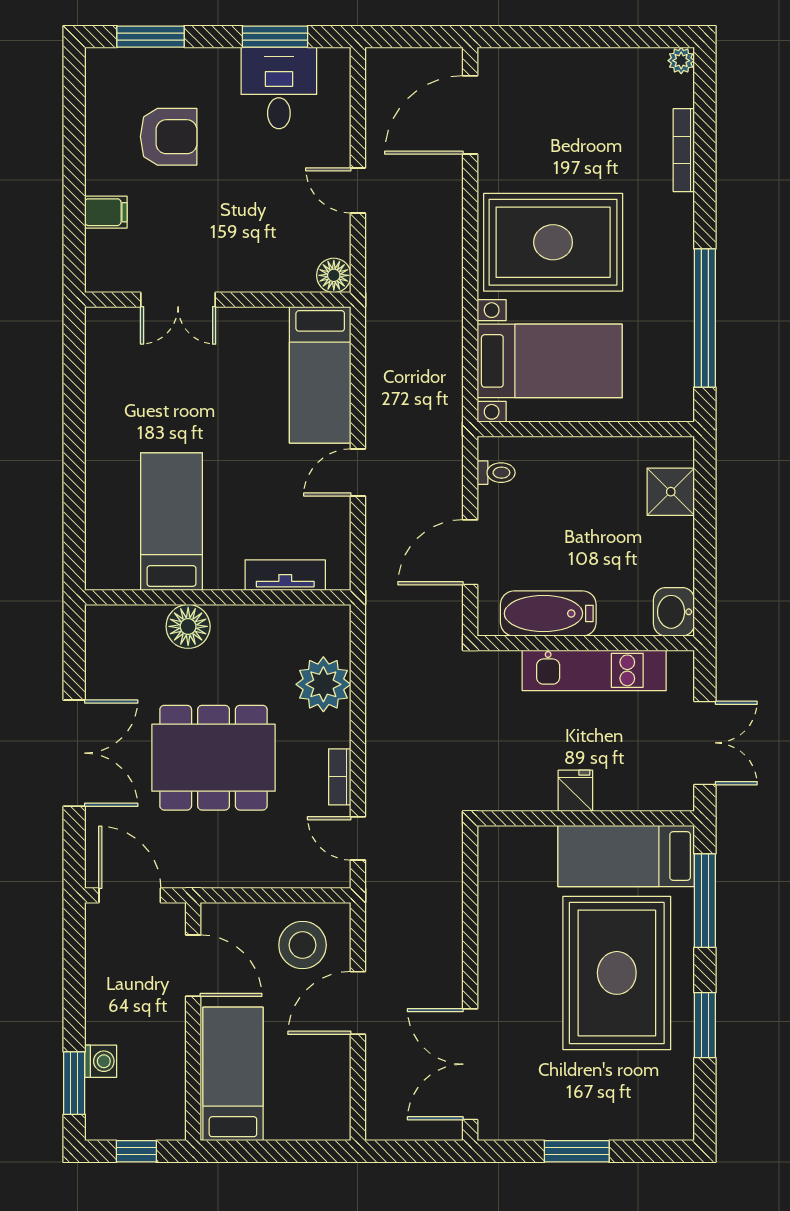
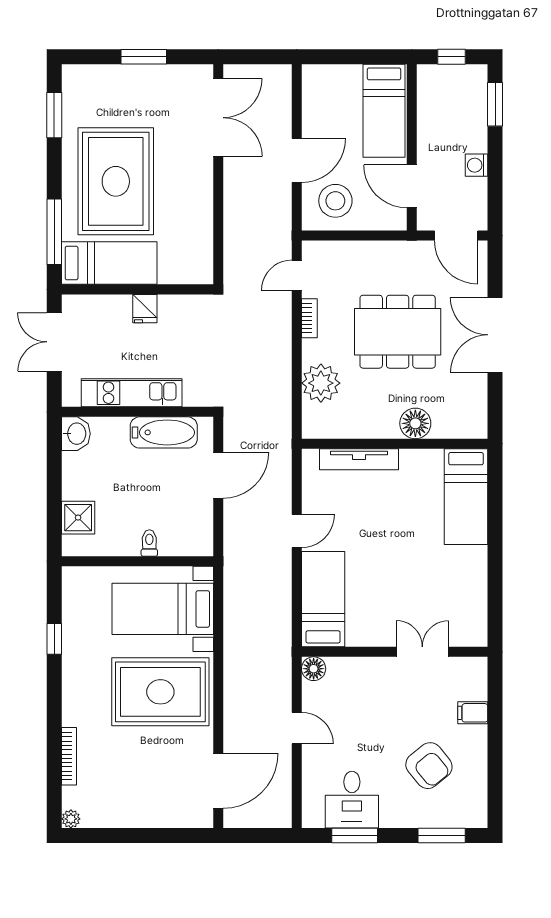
armchair: (169, 137) -> (429, 766), turned -129
window: (705, 318) -> (54, 639), width x0.32
toilet: (496, 473) -> (149, 543), moved, turned 90
bed: (171, 522) -> (466, 497), moved
tv unit: (285, 575) -> (359, 459), width x1.41
door: (358, 838) -> (297, 275), swing flipped
window: (705, 1025) -> (54, 115), moved
washing machine: (101, 1061) -> (476, 165), moved

